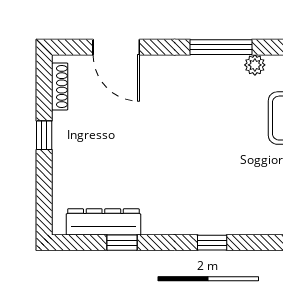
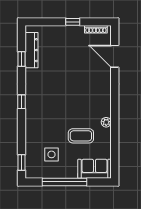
door: (116, 47) -> (115, 56), hinge flipped
window: (221, 47) -> (115, 106), removed

